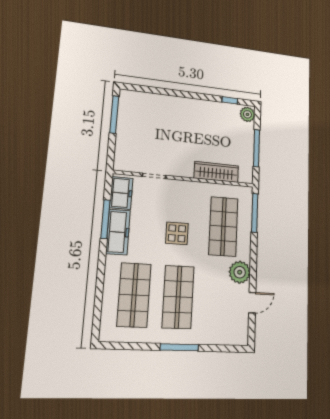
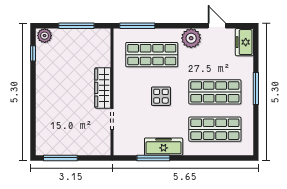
wardrobe: (216, 172) -> (103, 88), moved
freezer: (121, 193) -> (244, 42), moved, turned -90

